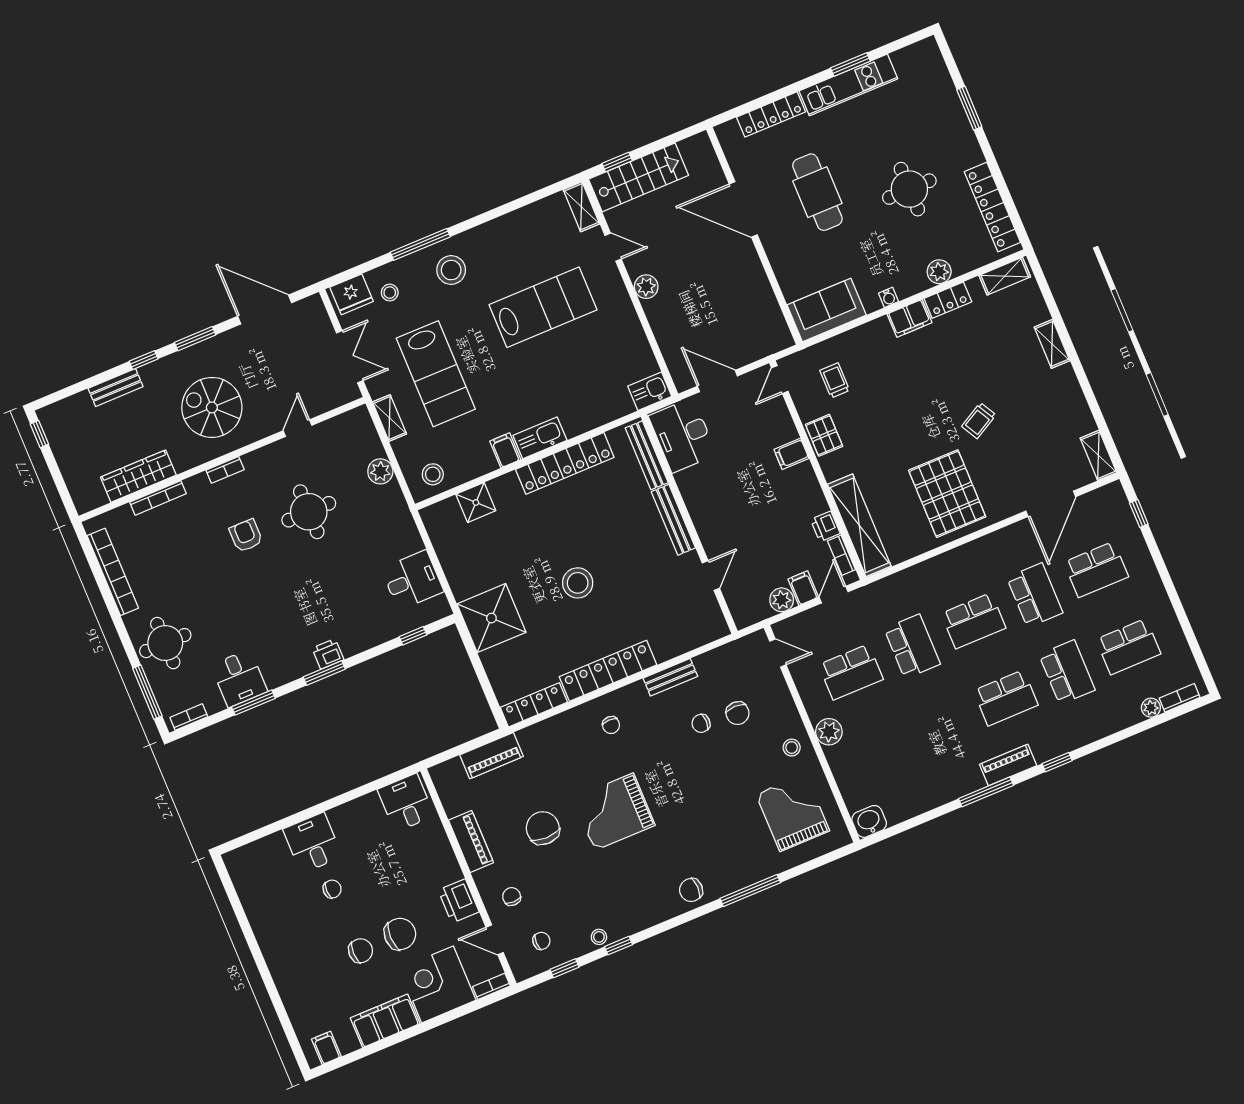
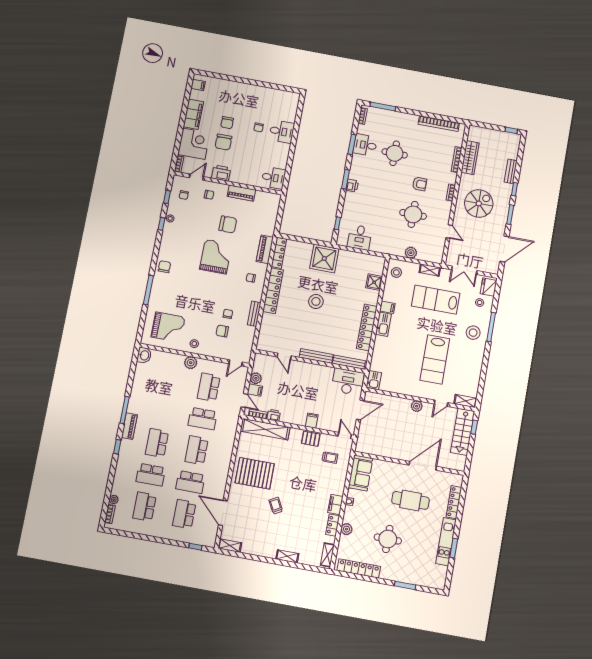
round table: (165, 643) -> (395, 153), moved
piano: (492, 756) -> (265, 249), moved

